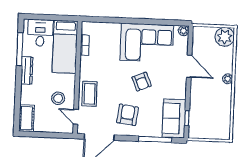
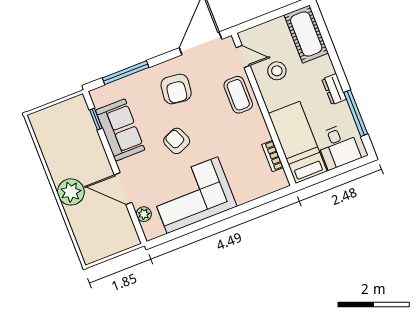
plant: (184, 31) -> (144, 214), moved
plant: (225, 37) -> (93, 248), removed
dresser: (27, 71) -> (334, 89), width x0.70
plant: (228, 79) -> (71, 192), width x1.87, depth x1.87
cot: (27, 118) -> (306, 34), width x1.37, depth x1.34
sofa: (174, 118) -> (120, 130), moved

